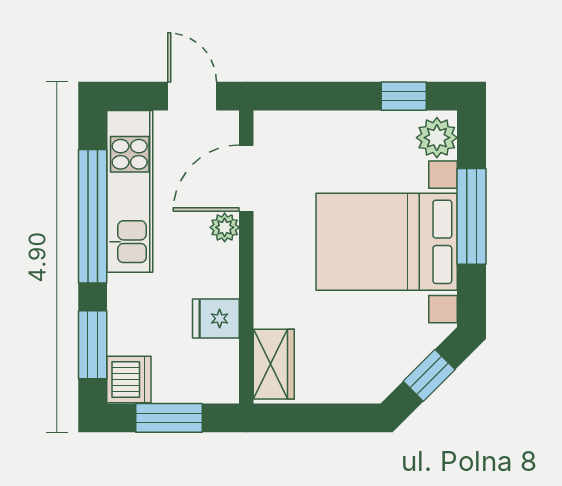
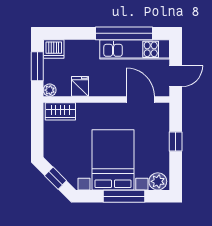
window: (404, 96) -> (176, 141), moved
plant: (225, 227) -> (50, 90), moved
window: (93, 345) -> (69, 33), removed

